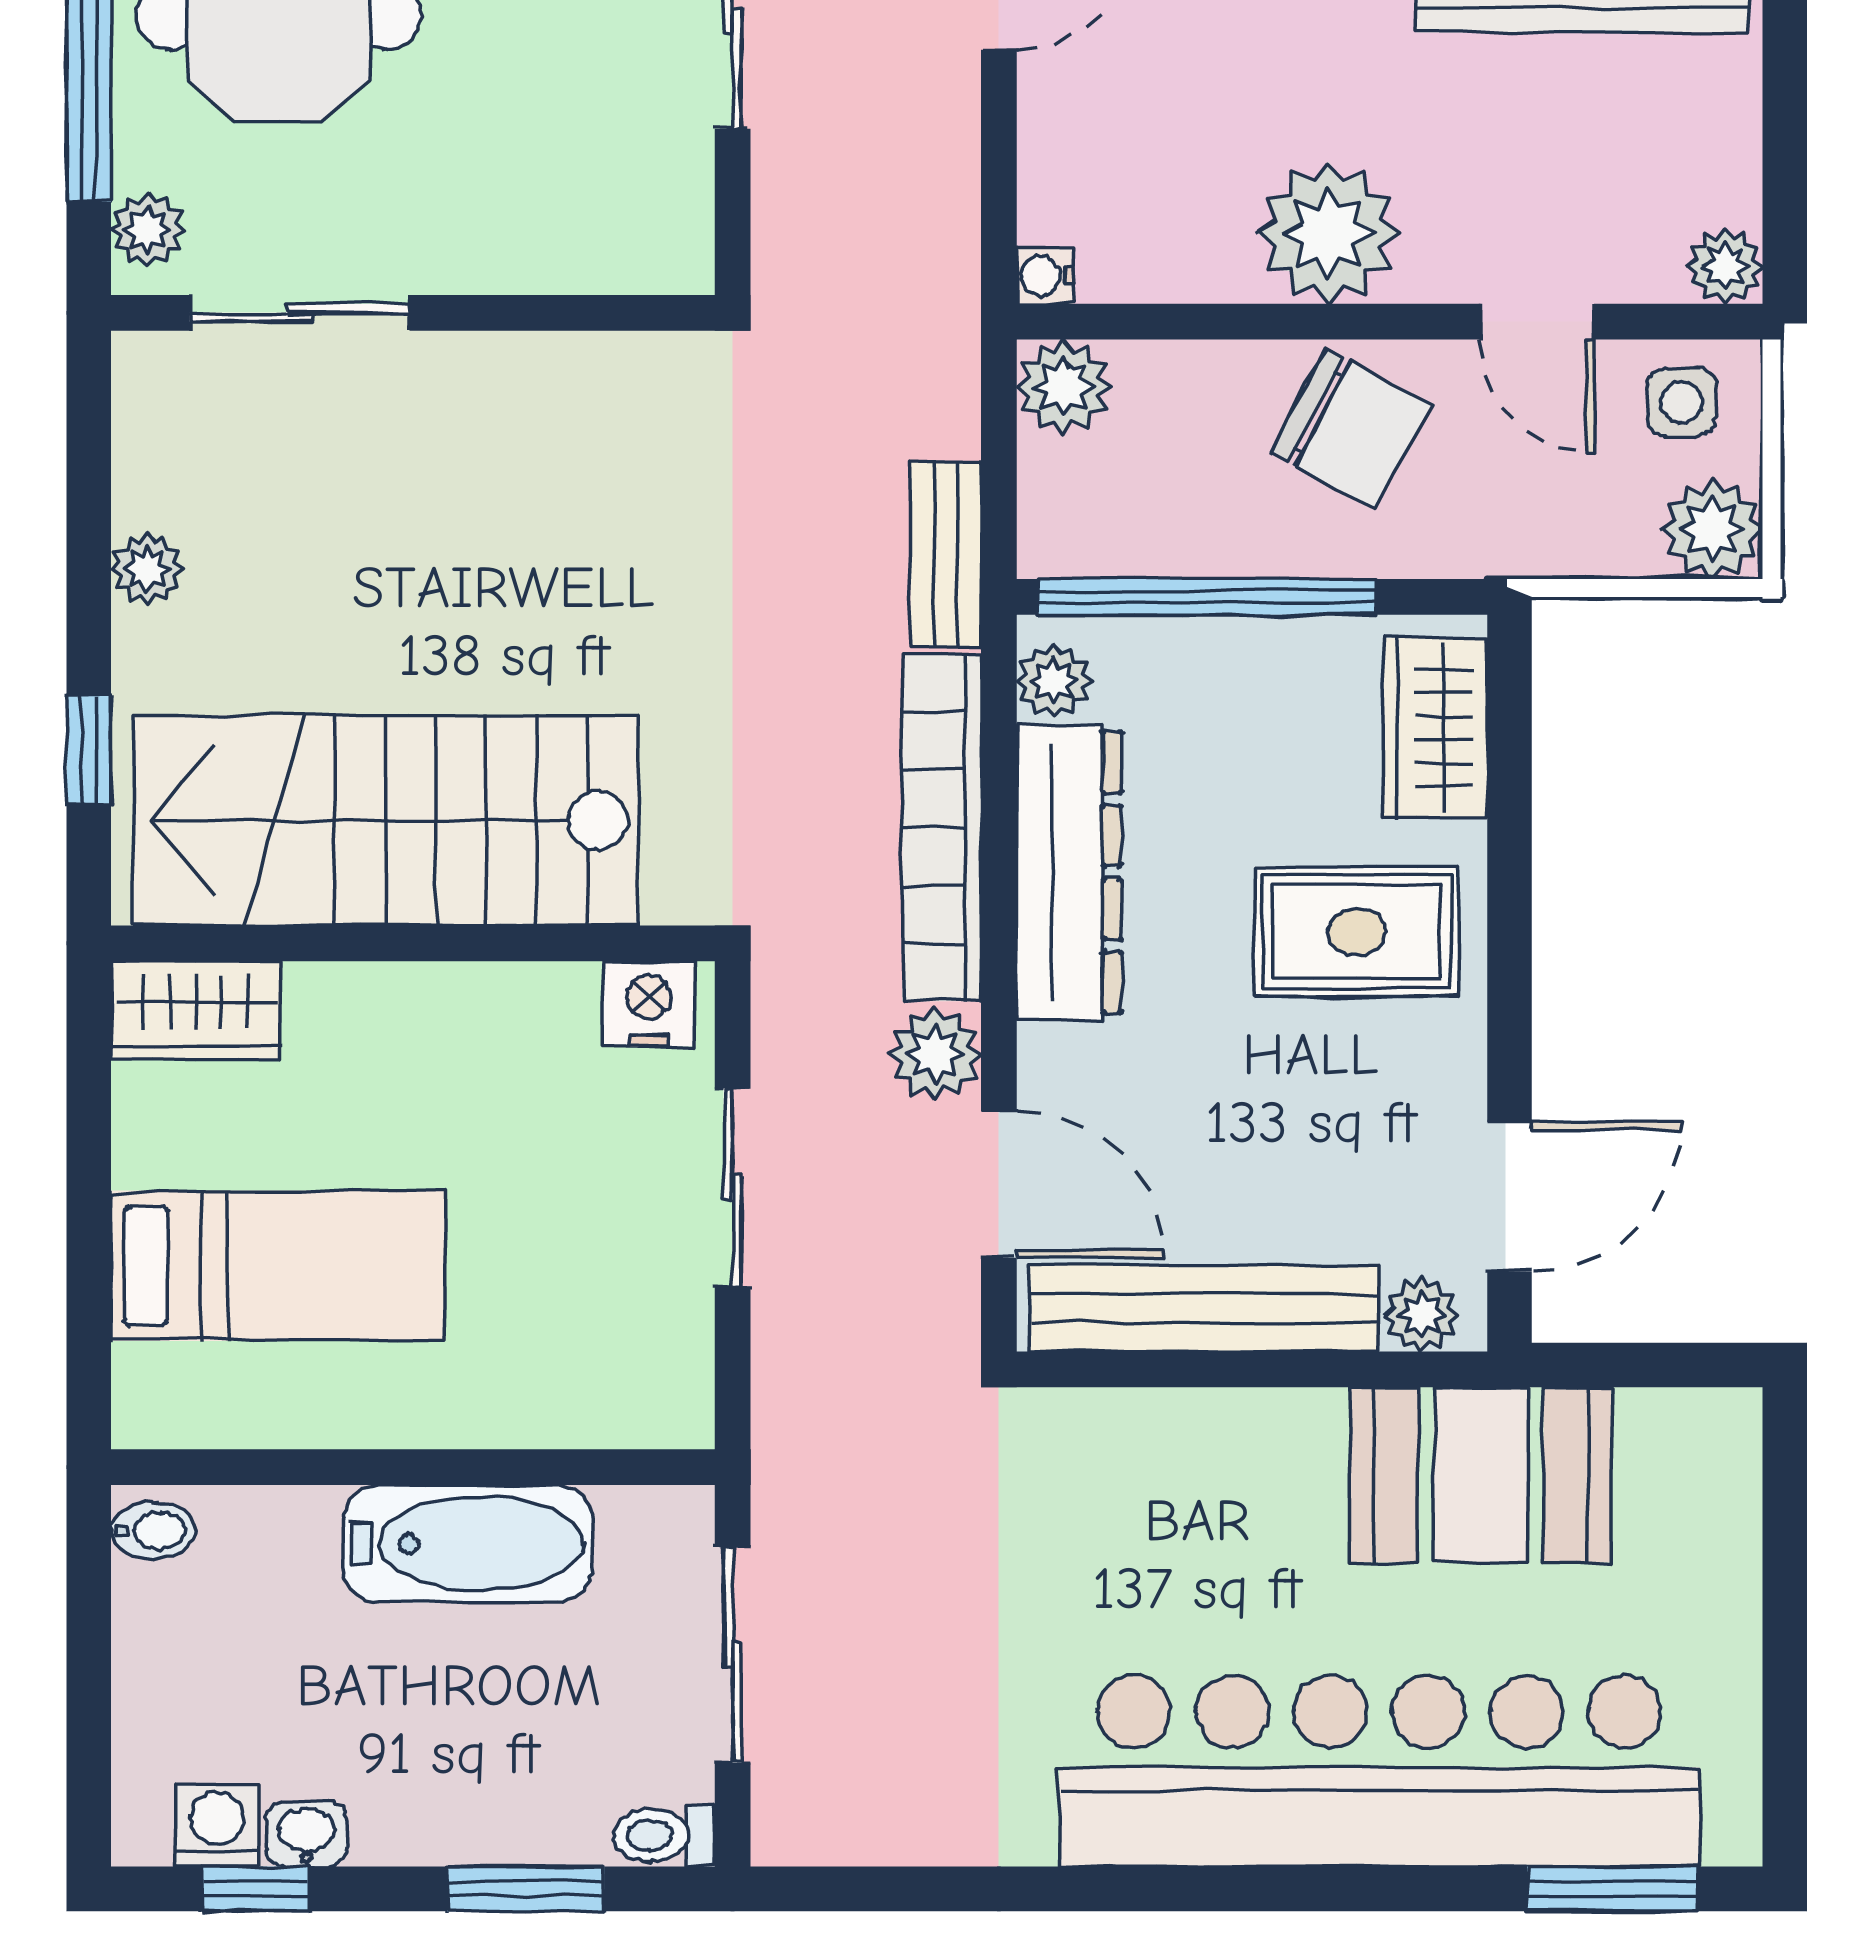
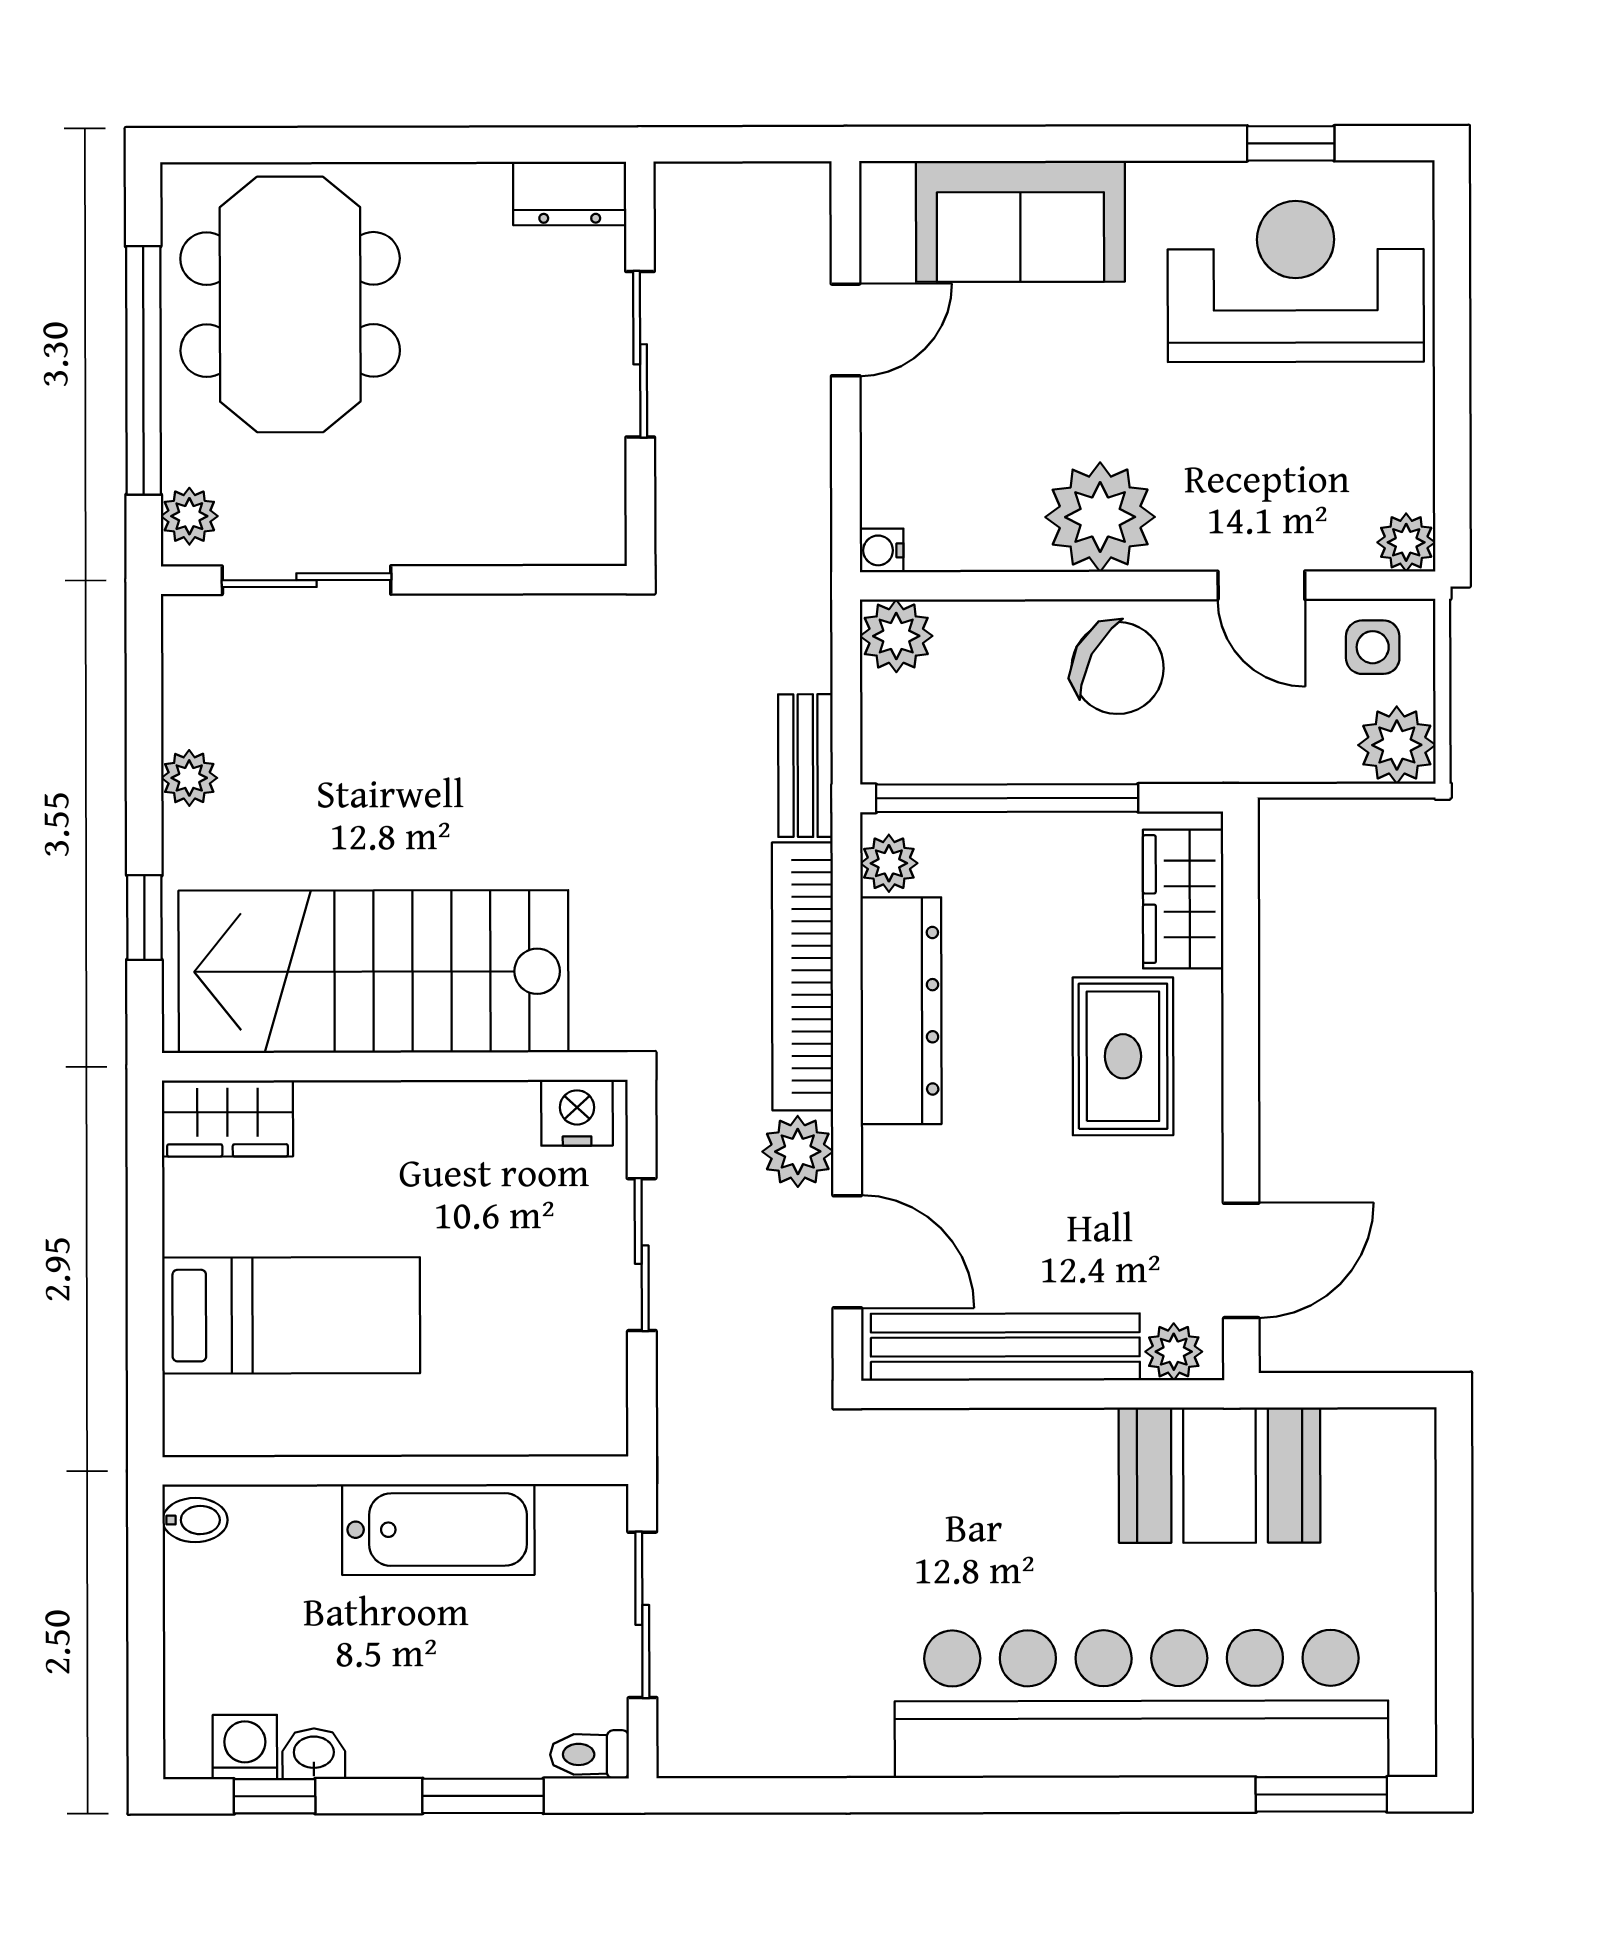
rug: (1357, 932) -> (1123, 1056), turned 90

